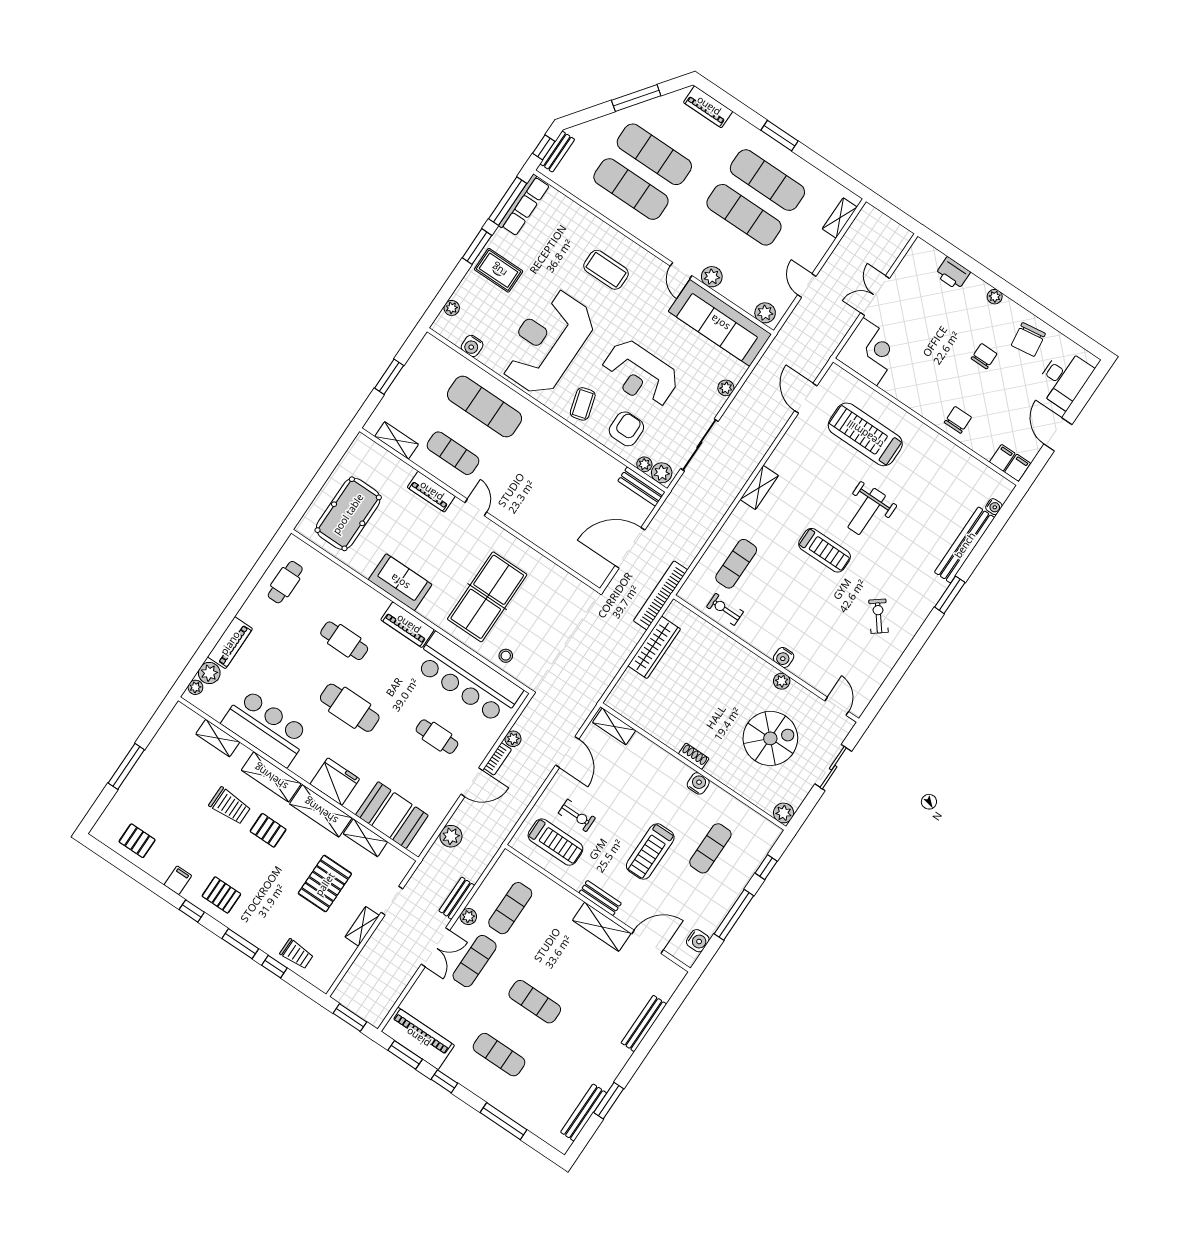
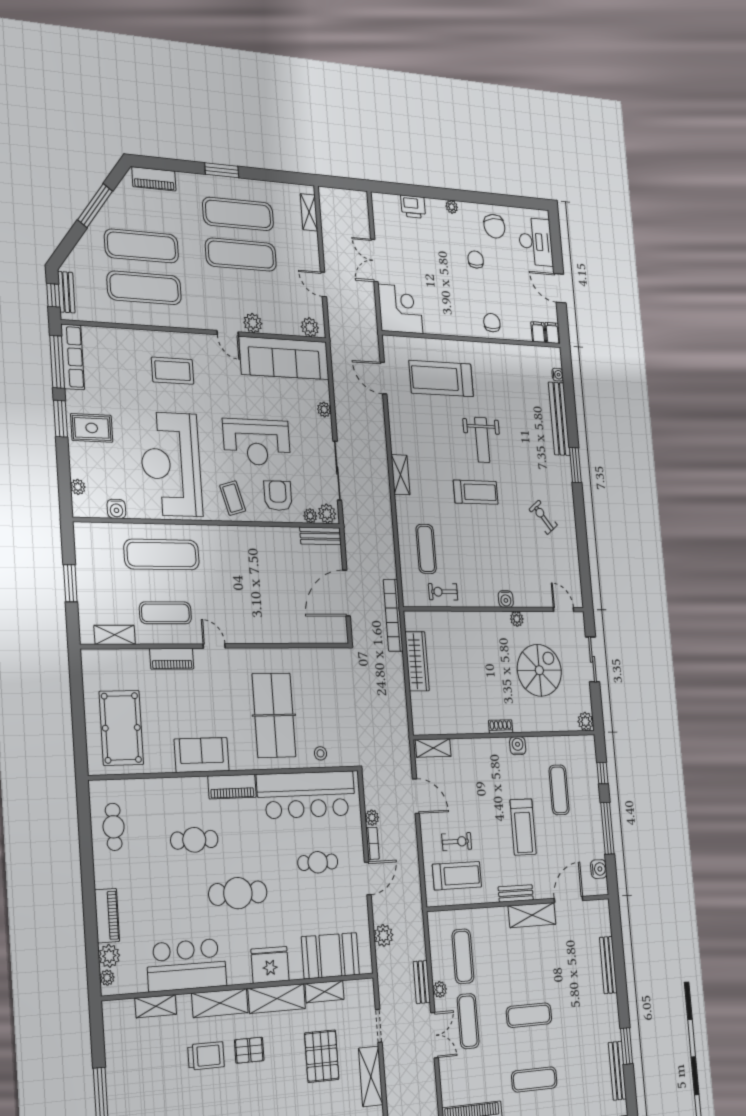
shelving: (362, 926) -> (371, 1076), width x1.50, depth x1.33

